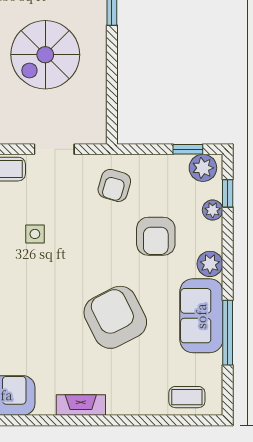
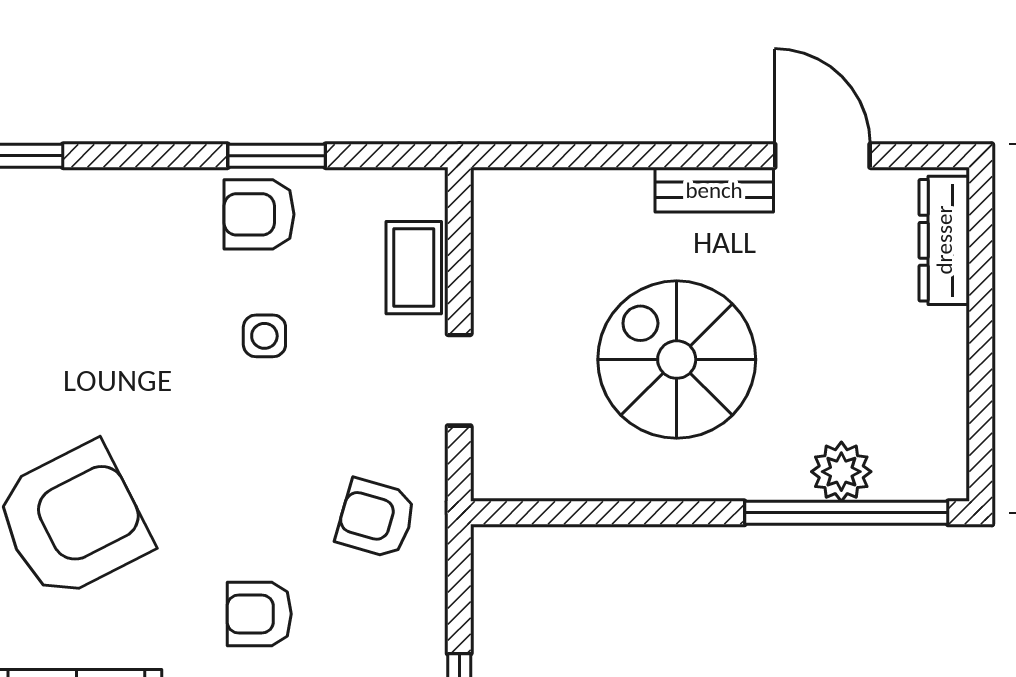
armchair: (156, 236) -> (259, 614), width x0.72, depth x0.72

